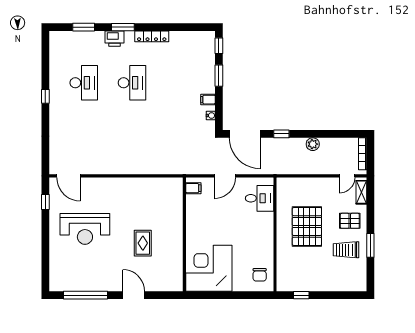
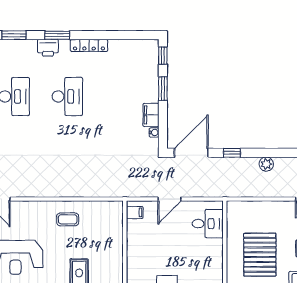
filing cabinet: (208, 100) -> (151, 115), width x2.00
door: (245, 134) -> (191, 153), swing flipped
coffee table: (132, 194) -> (68, 219), added

